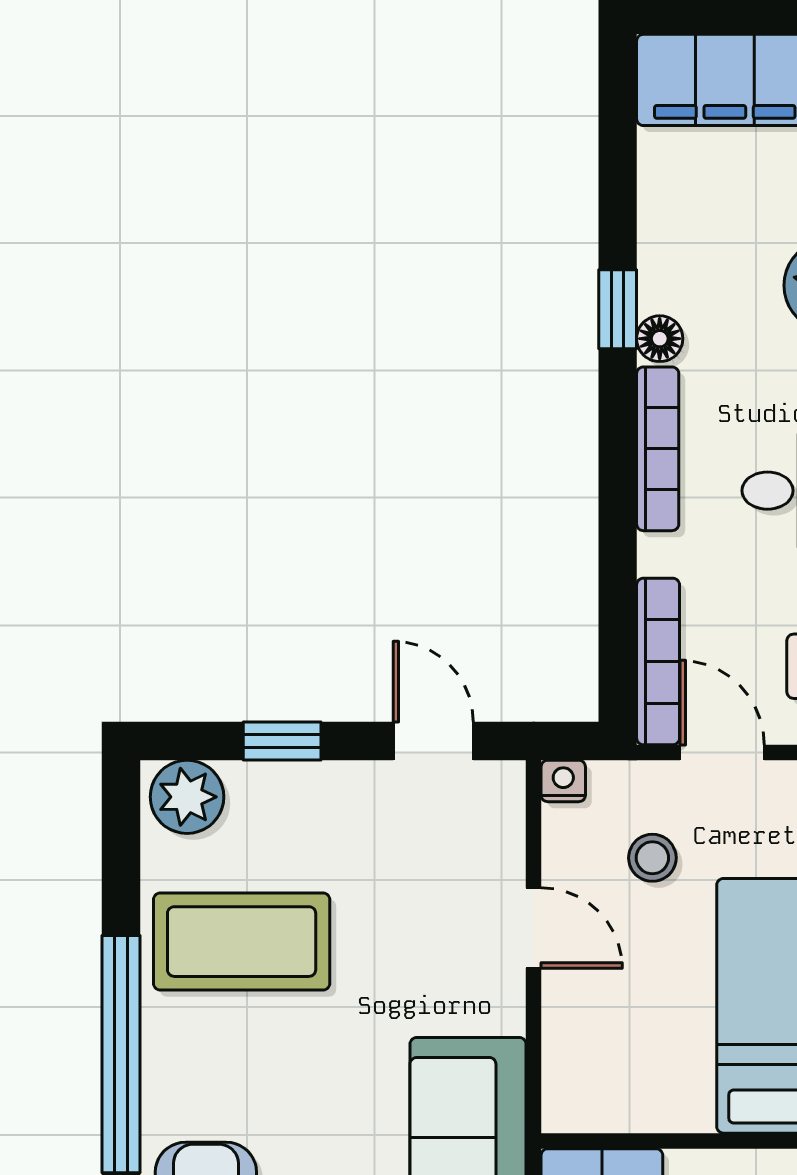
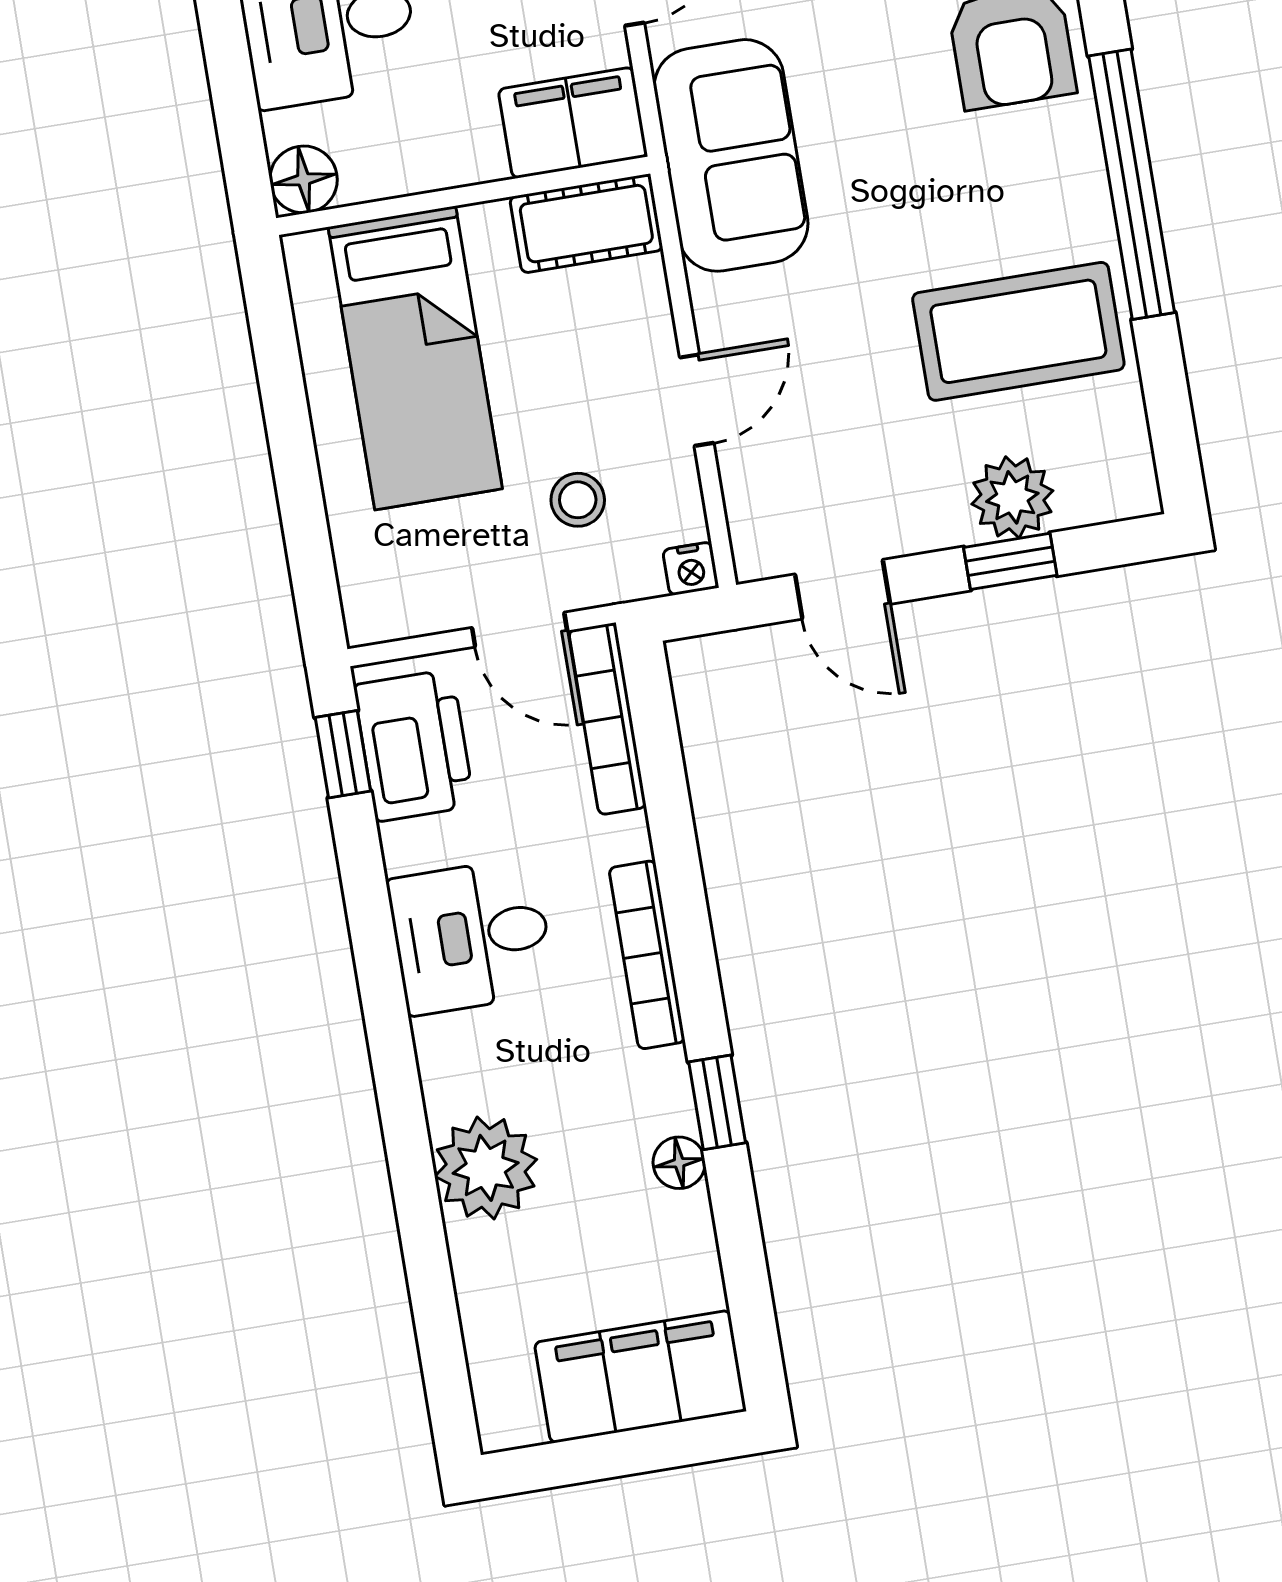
floor lamp: (660, 339) -> (679, 1163), moved
plant: (187, 797) -> (1012, 497), moved
door: (534, 928) -> (697, 400), swing flipped
cot: (605, 1099) -> (586, 224), added

